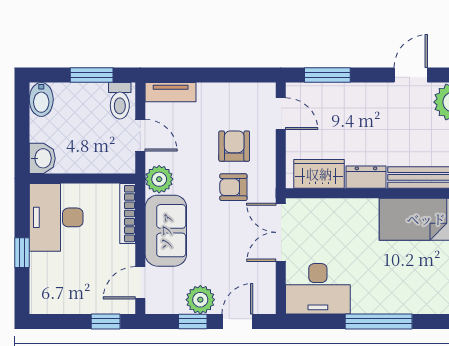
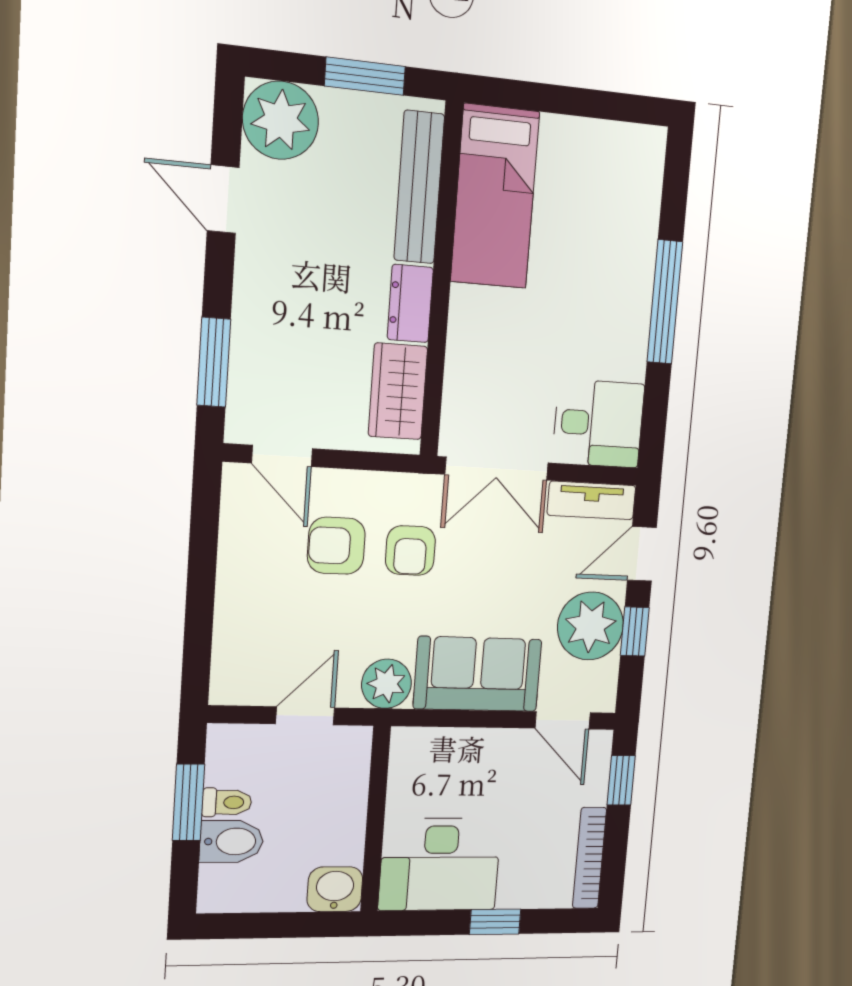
tv unit: (171, 92) -> (592, 500), moved, turned 90
bidet: (41, 99) -> (232, 841), moved
toilet: (120, 101) -> (227, 802), moved, width x0.73, depth x0.72
door: (281, 114) -> (282, 456), swing flipped
bookcase: (128, 214) -> (589, 858), moved, turned 90
desk: (318, 289) -> (598, 423), width x0.73
plant: (200, 300) -> (590, 626), width x1.36, depth x1.36
door: (237, 321) -> (642, 554), hinge flipped

